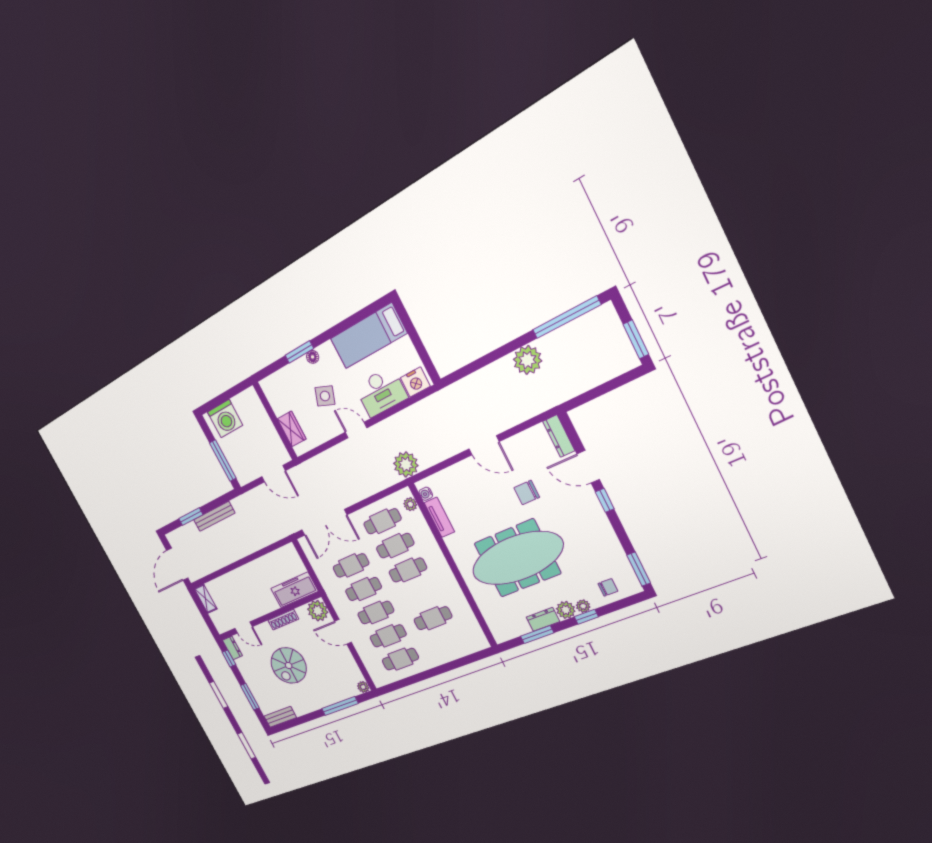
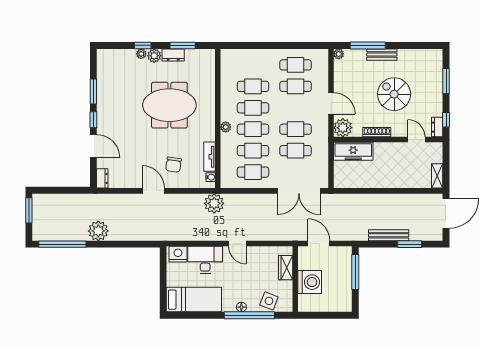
window: (299, 352) -> (249, 315), width x2.11
side table: (325, 396) -> (269, 301), moved
washing machine: (225, 419) -> (310, 282), moved, turned 90
dresser: (559, 436) -> (102, 178), width x0.70
chair: (527, 493) -> (173, 165), moved, turned 98
plant: (410, 504) -> (226, 127), moved
double door: (324, 522) -> (299, 191), swing flipped
meeting table: (517, 558) -> (169, 105), width x0.73
window: (639, 569) -> (93, 92), moved
chair: (608, 587) -> (119, 60), removed
cafe table: (376, 613) -> (253, 108), moved
spiral stairs: (289, 665) -> (394, 94), turned -90
bench: (280, 717) -> (382, 55), moved

